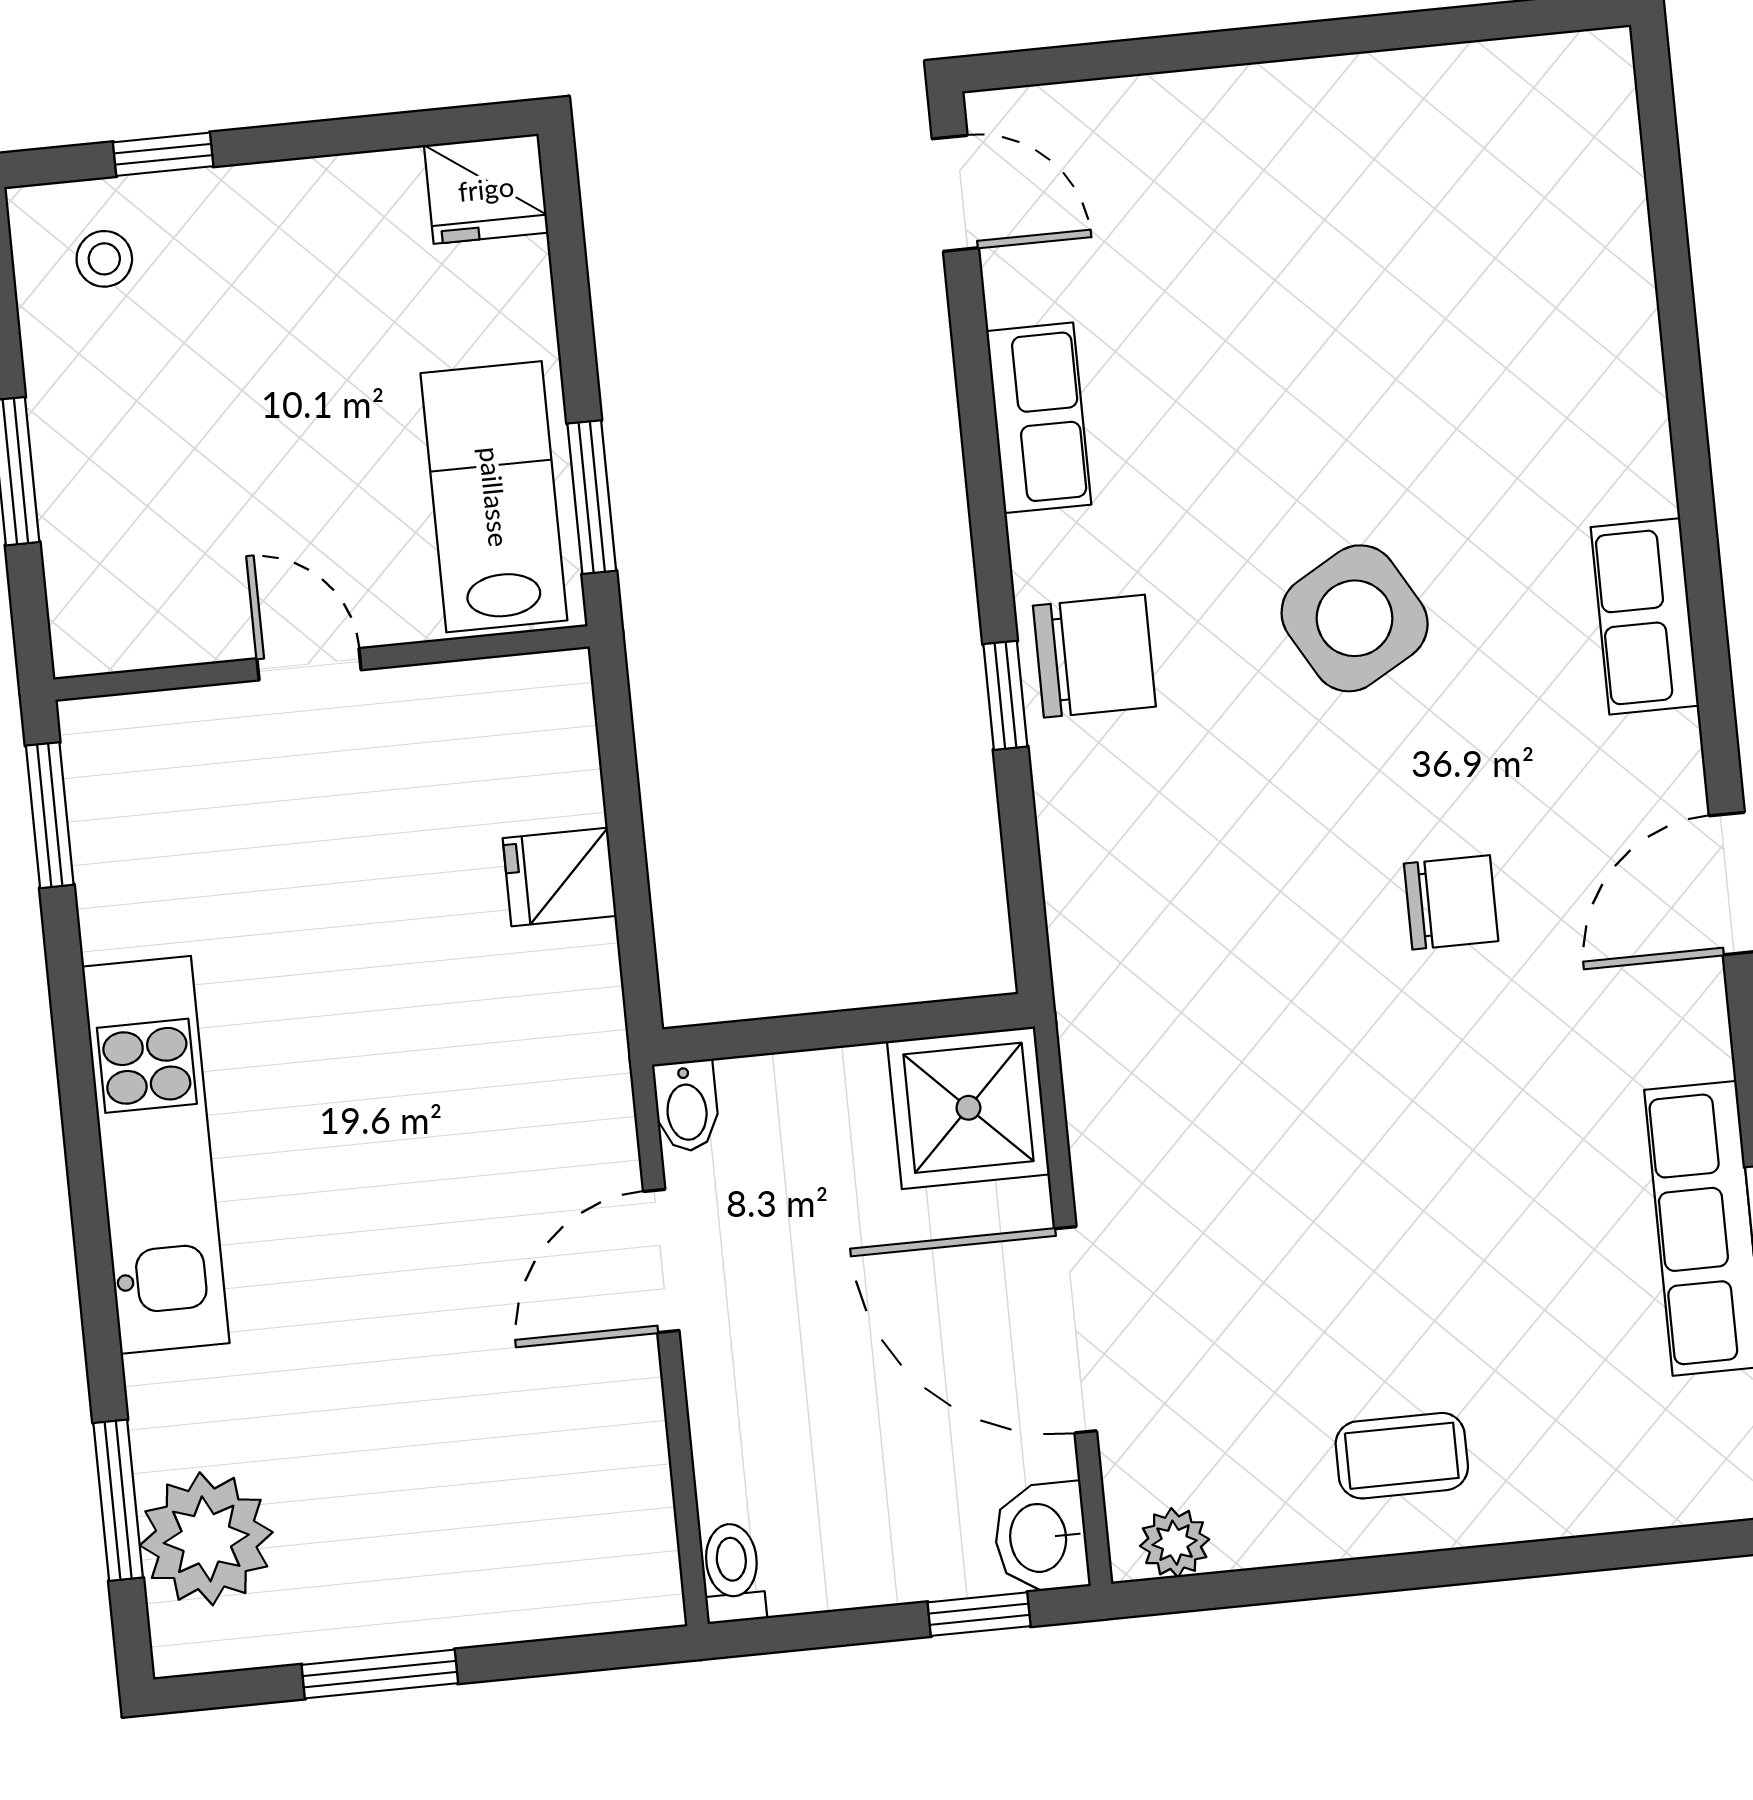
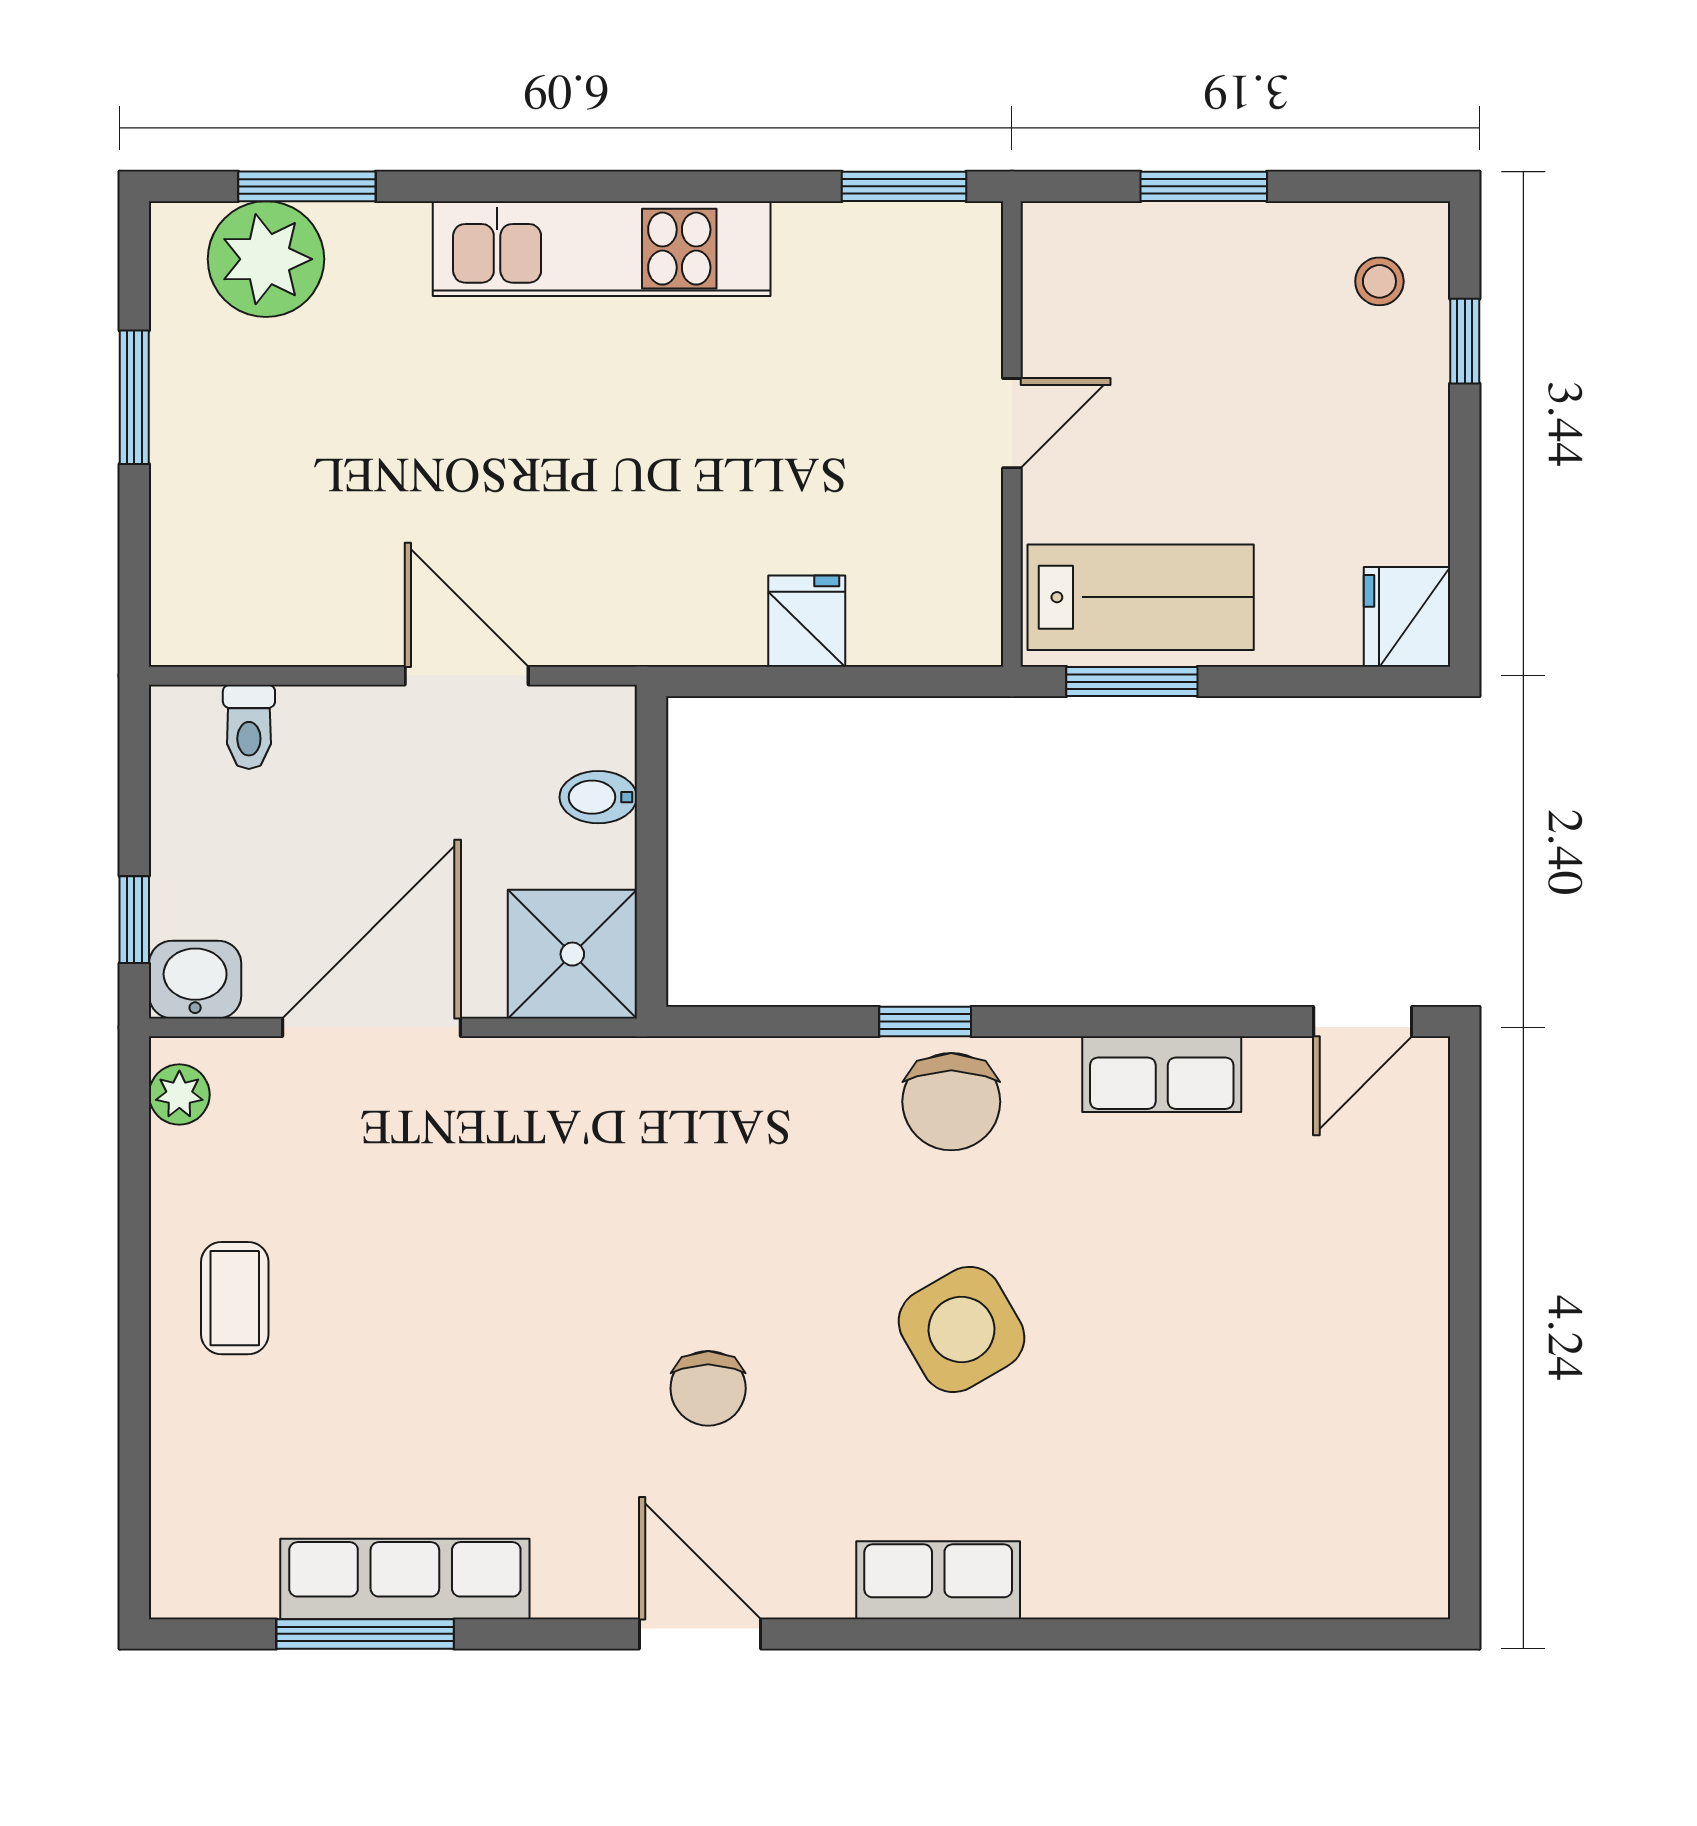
bidet: (686, 1106) -> (598, 797), moved
toilet: (733, 1573) -> (249, 727), moved, turned 90

